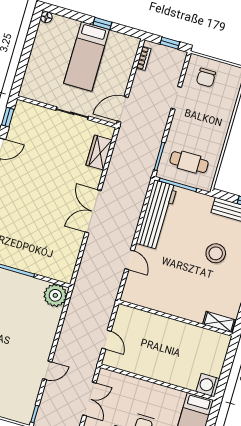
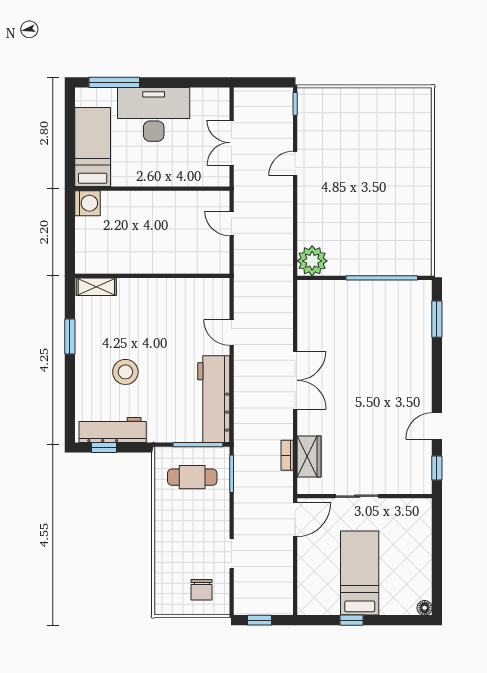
bookcase: (144, 58) -> (287, 455), moved
chair: (206, 78) -> (202, 590), turned 180

